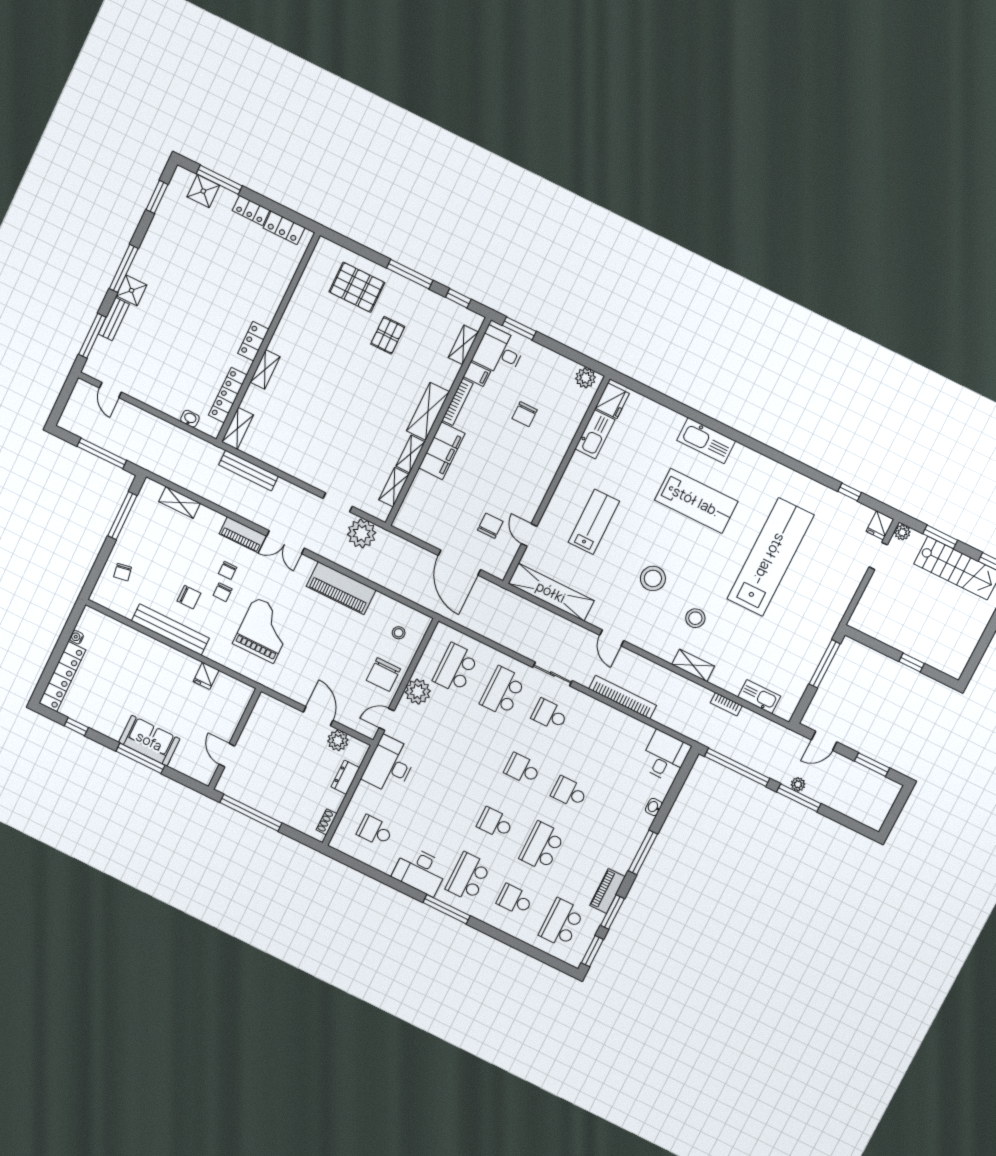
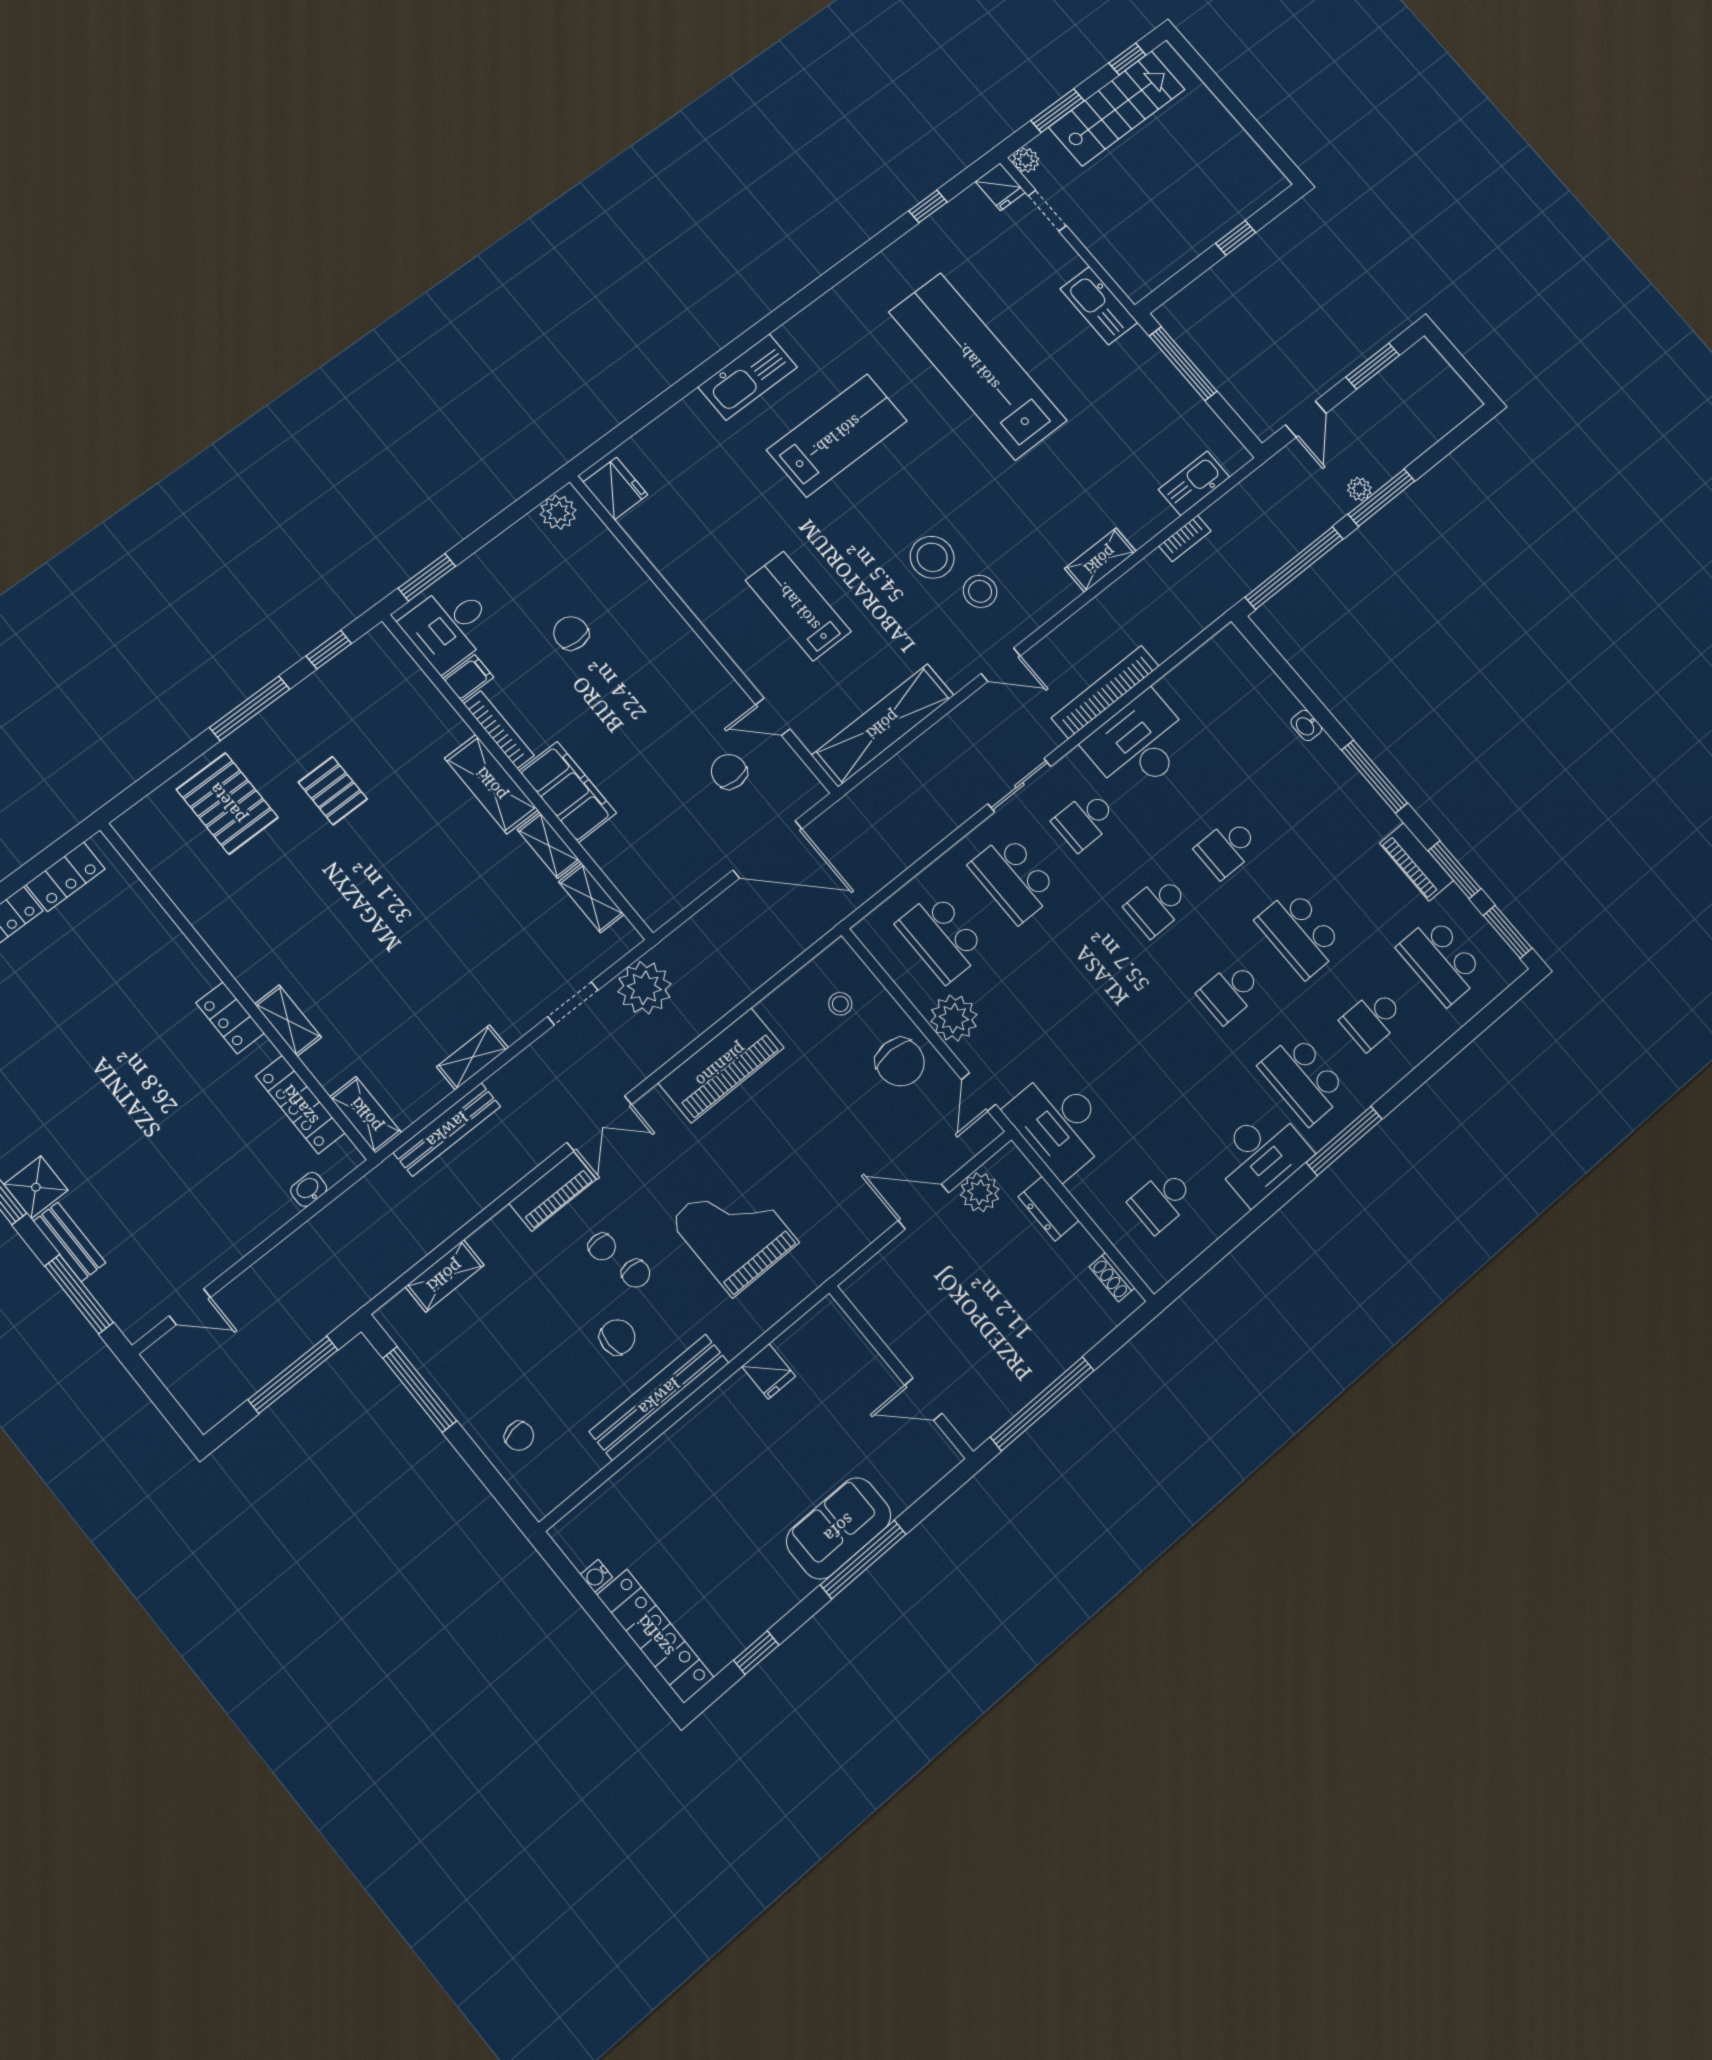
pallet: (357, 287) -> (227, 803), turned 90
shelving: (463, 345) -> (472, 1057), moved, turned 90
chair: (525, 414) -> (571, 633), turned 180
kitchen sink: (595, 434) -> (1099, 306), moved, turned 180
stool: (695, 618) -> (980, 591), moved
desk: (665, 756) -> (1139, 744), moved, width x1.37

